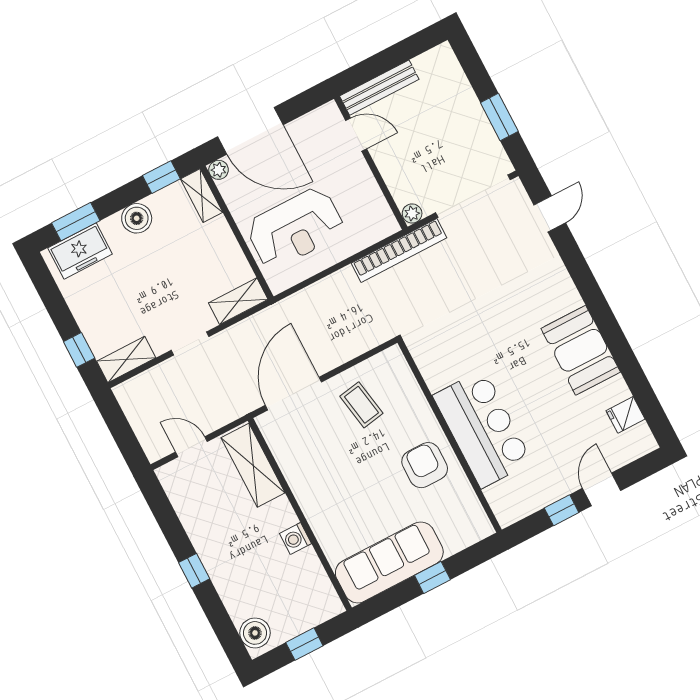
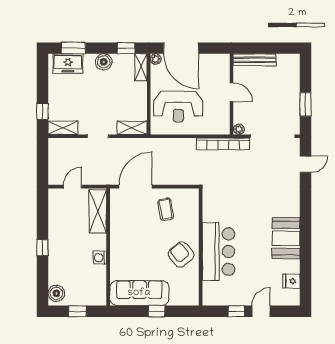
door: (356, 135) -> (231, 92), moved
door: (191, 447) -> (72, 187), hinge flipped
armchair: (425, 465) -> (181, 255), turned -39

